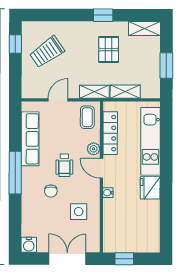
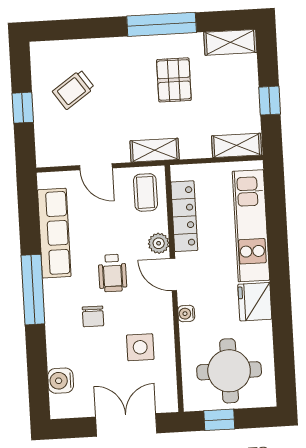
window: (103, 15) -> (162, 24), width x2.17
window: (15, 44) -> (23, 108), moved
trolley: (47, 52) -> (73, 90), width x0.73, depth x0.72
window: (166, 66) -> (270, 101), width x0.67
shelving: (125, 92) -> (237, 145), moved
door: (58, 100) -> (96, 167), swing flipped
round table: (132, 229) -> (229, 371), added
water cooler: (29, 245) -> (61, 381), moved, turned 90

